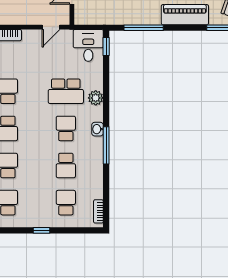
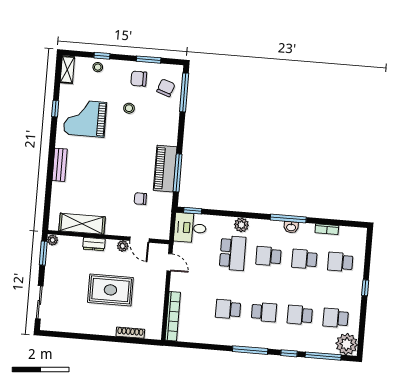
piano: (185, 15) -> (165, 169), moved
washbasin: (97, 129) -> (291, 227), moved
school desk: (66, 166) -> (304, 259), turned 180
bookcase: (98, 211) -> (327, 229), moved

